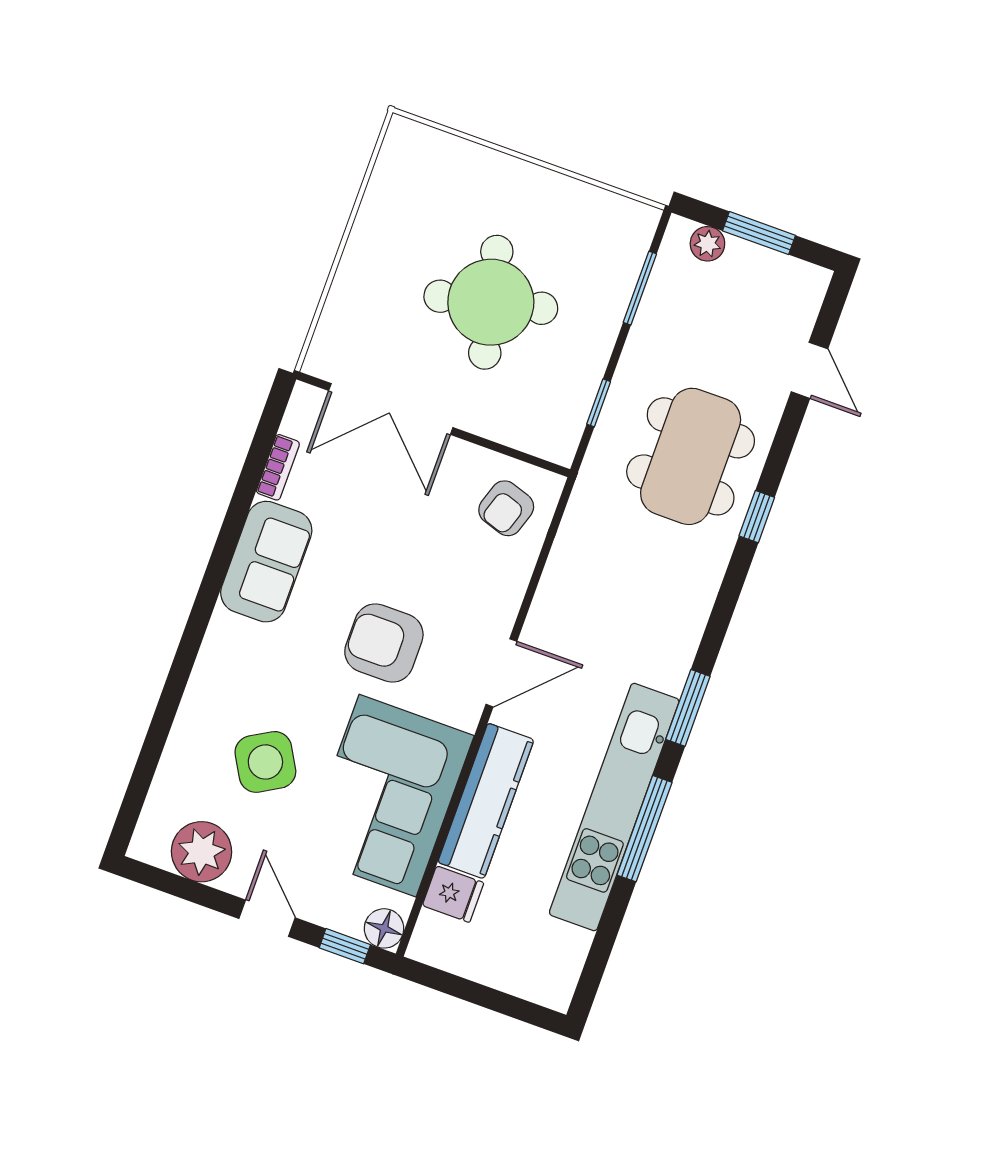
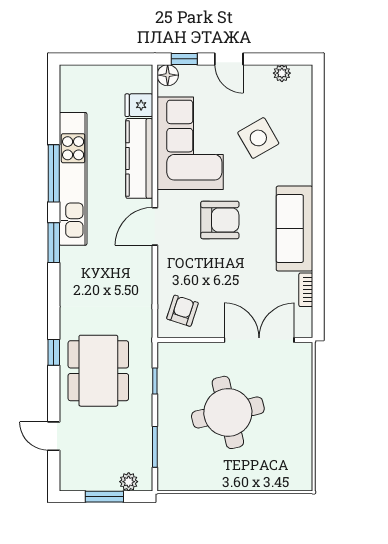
sofa: (266, 562) -> (294, 229), width x1.36
plant: (202, 852) -> (282, 73), width x0.53, depth x0.53

